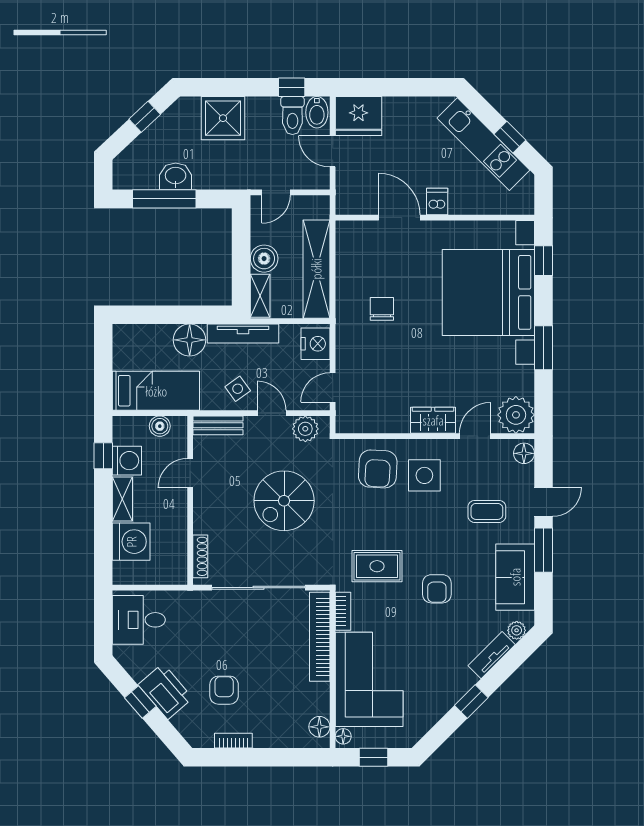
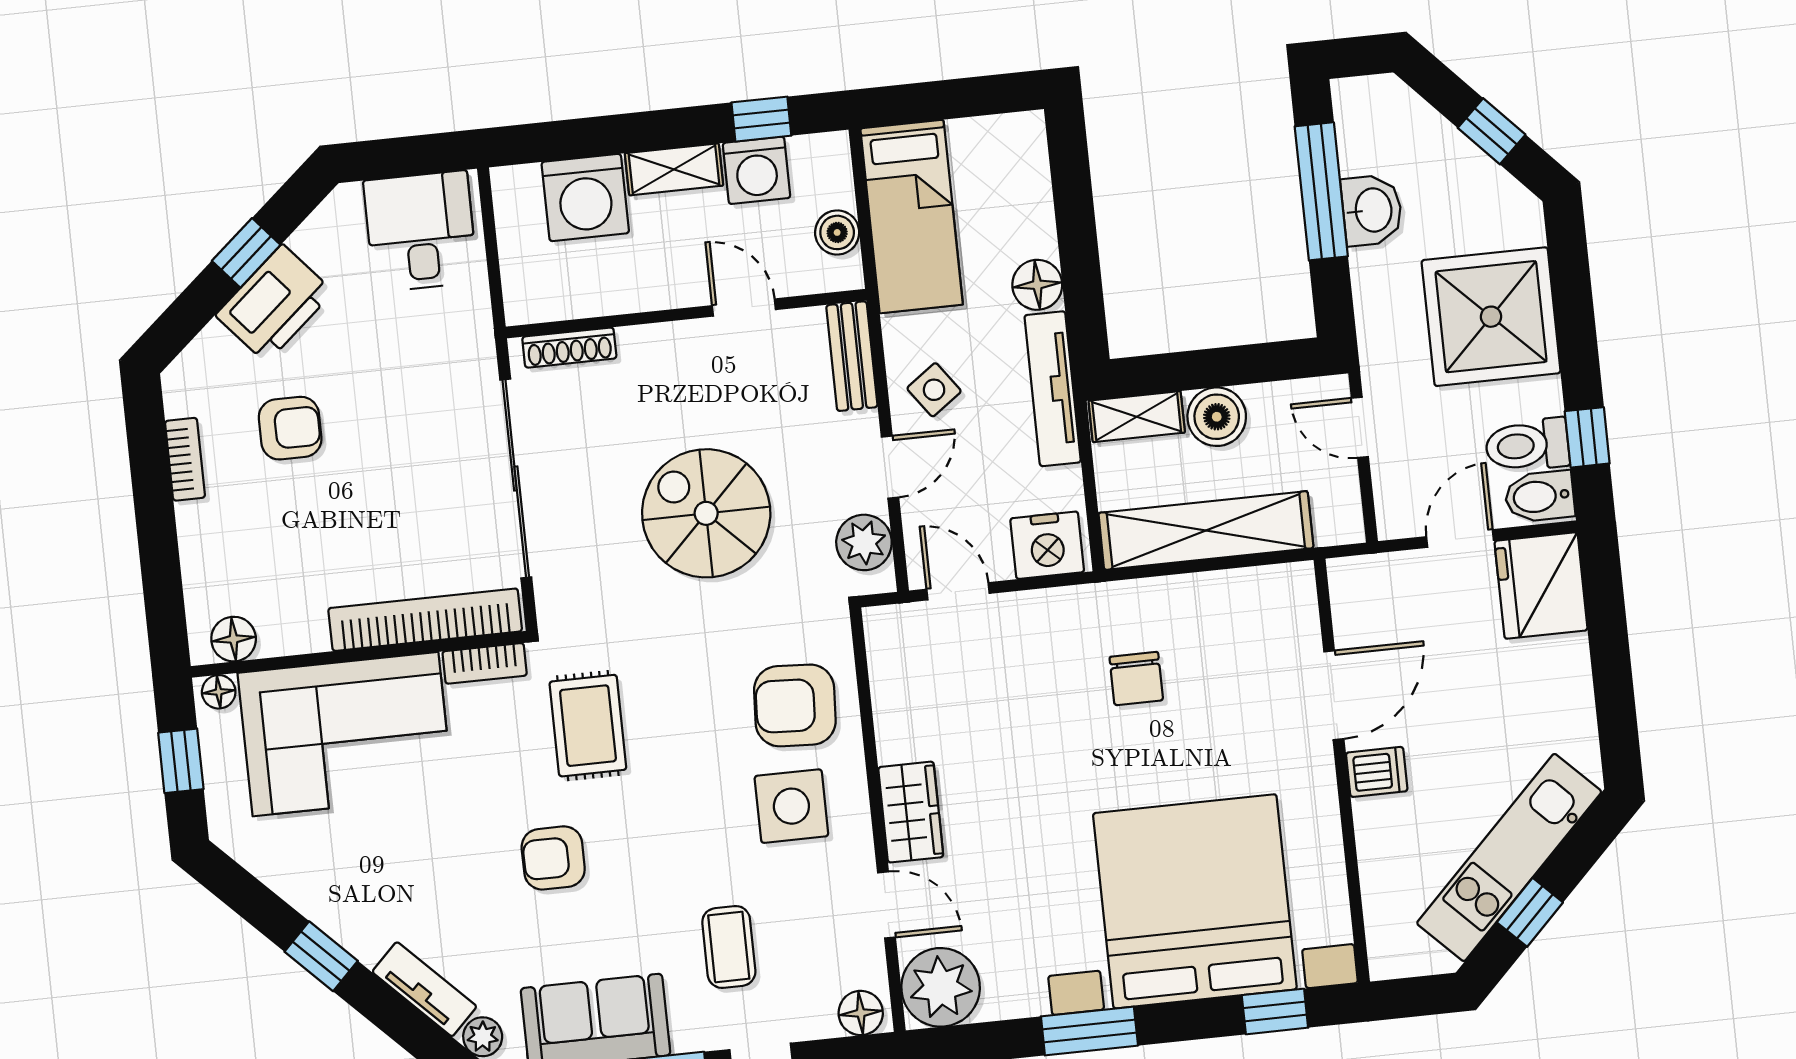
shower: (223, 118) -> (1491, 317), width x1.37, depth x1.37
chair: (382, 309) -> (1136, 679), turned 90
floor lamp: (190, 340) -> (1037, 285), width x0.73, depth x0.73

